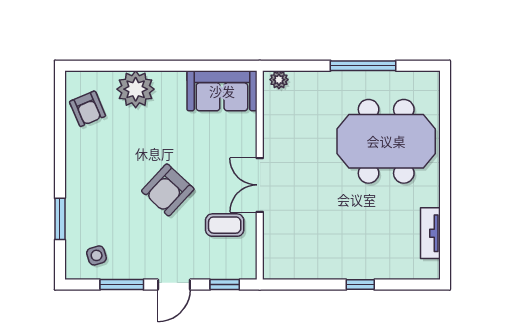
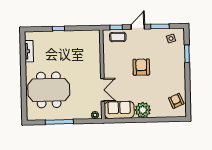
plant: (136, 89) -> (143, 110), moved
double door: (260, 185) -> (103, 90), moved
armchair: (168, 190) -> (141, 67), turned -43
coffee table: (225, 225) -> (118, 37), moved

